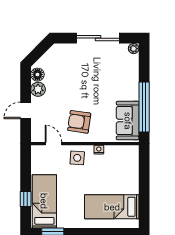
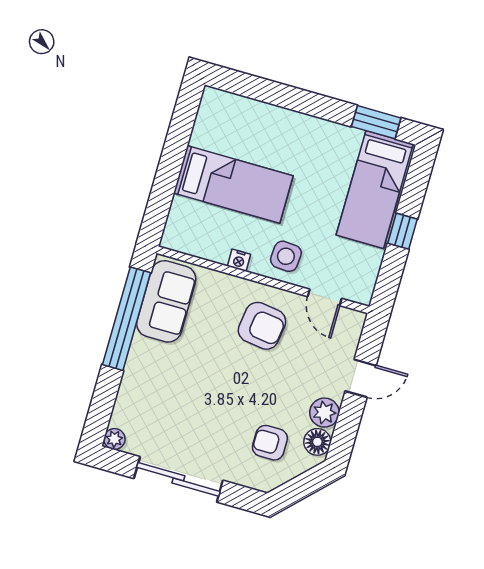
armchair: (60, 68) -> (270, 443), added
window: (26, 199) -> (402, 231), moved
bed: (112, 207) -> (233, 184), moved

